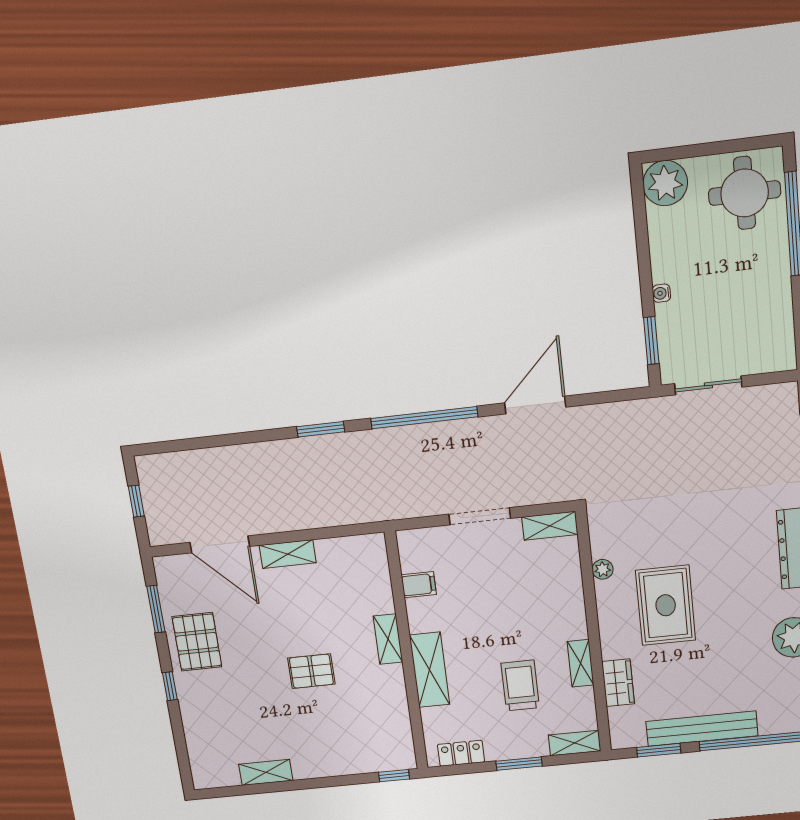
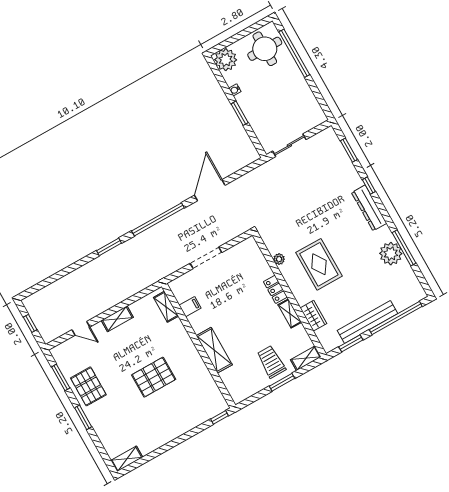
water cooler: (661, 293) -> (235, 90), moved
window: (651, 341) -> (240, 113), moved
shelving: (550, 526) -> (243, 248), removed
door: (220, 544) -> (81, 328), width x0.53
shelving: (388, 639) -> (166, 307), moved
pallet: (311, 671) -> (154, 377), width x1.50, depth x1.42
window: (170, 686) -> (83, 417), width x1.50
trolley: (520, 686) -> (271, 362), moved
locker: (461, 753) -> (275, 289), moved, turned -90
shelving: (266, 772) -> (127, 459), moved

